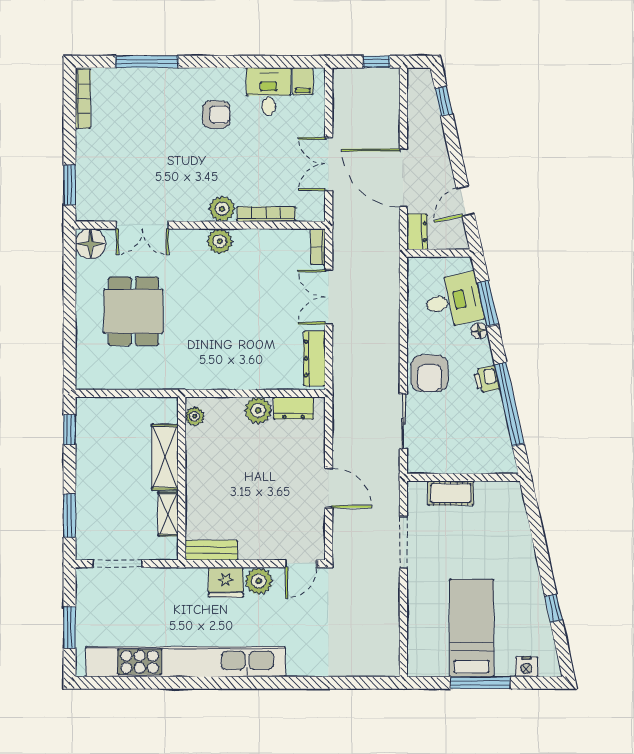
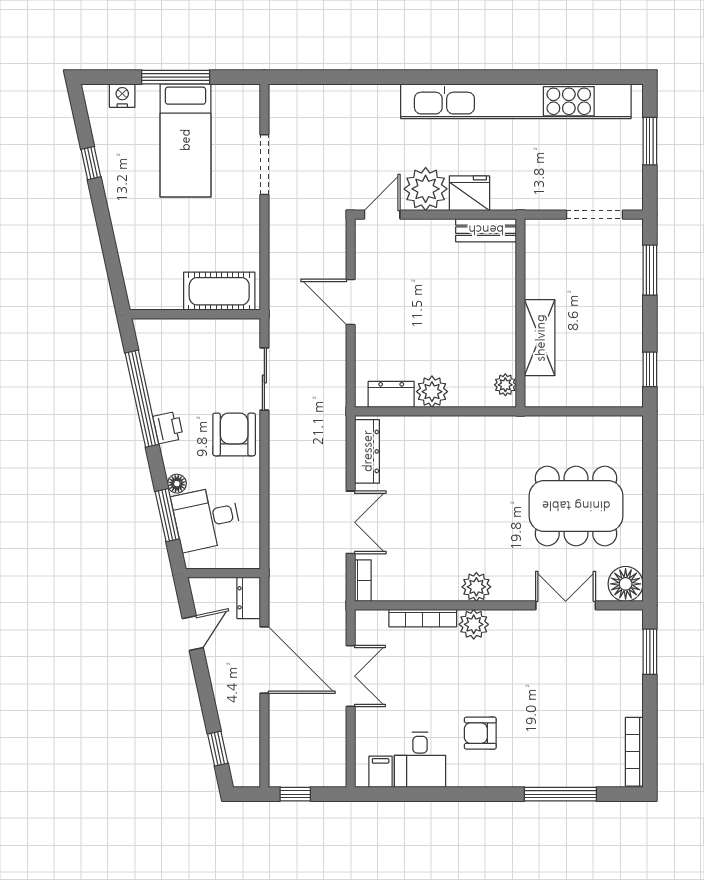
dining table: (133, 311) -> (576, 506), width x1.38
cot: (451, 493) -> (219, 291), width x1.37, depth x1.34
shelving: (168, 514) -> (536, 272), removed
doorway: (403, 542) -> (264, 165), moved
plant: (259, 581) -> (426, 189), width x1.36, depth x1.36

